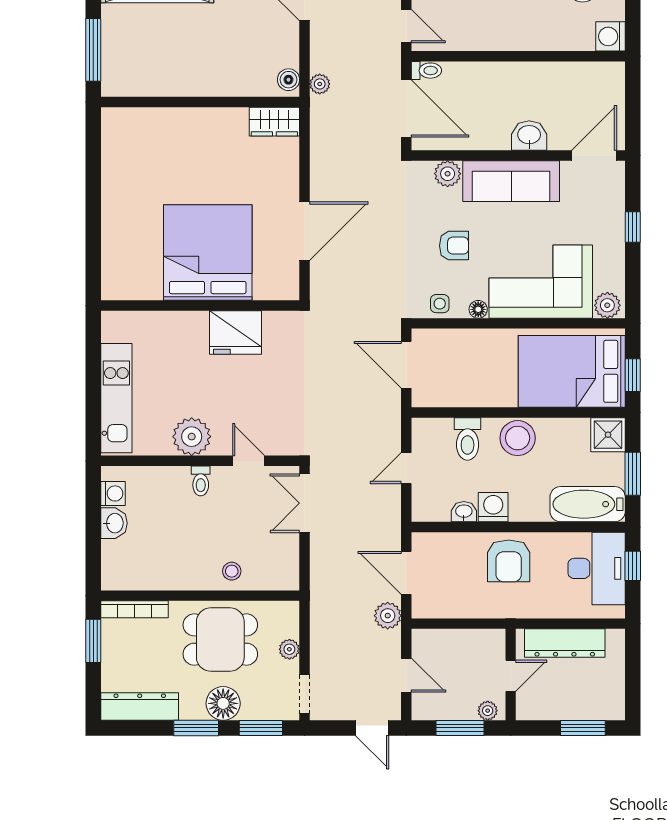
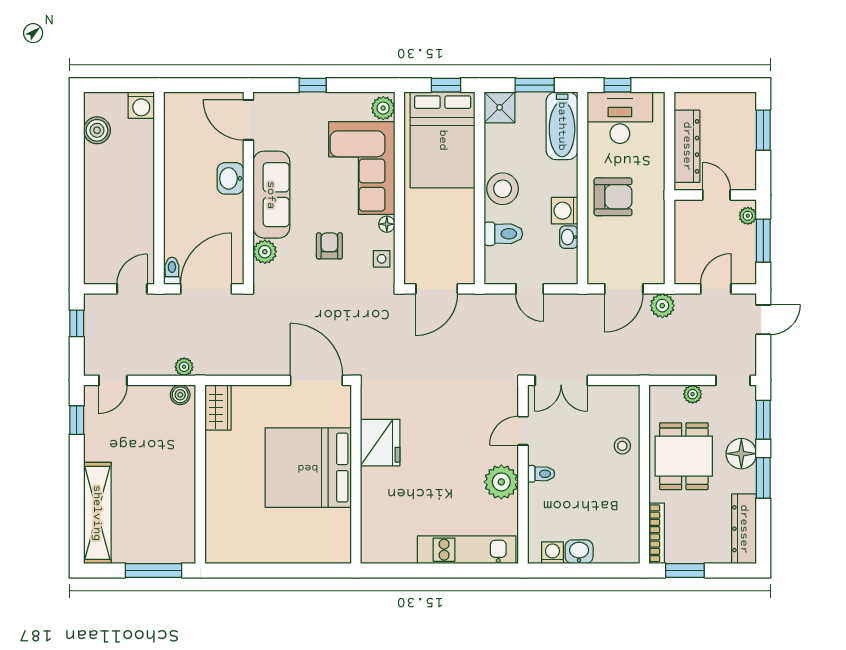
bed: (208, 252) -> (308, 468), moved
wall: (200, 306) -> (356, 474), moved
fridge: (235, 333) -> (380, 443), moved

